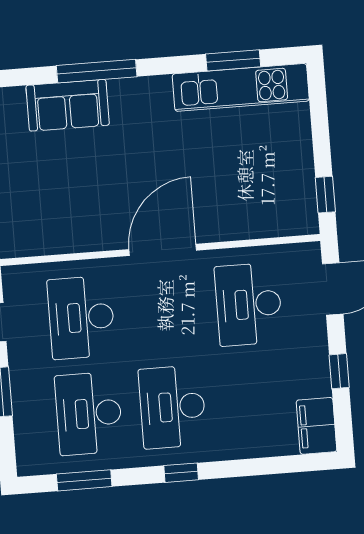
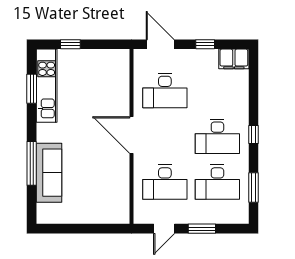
sofa: (68, 105) -> (49, 173), width x1.36
window: (325, 195) -> (70, 44), moved

